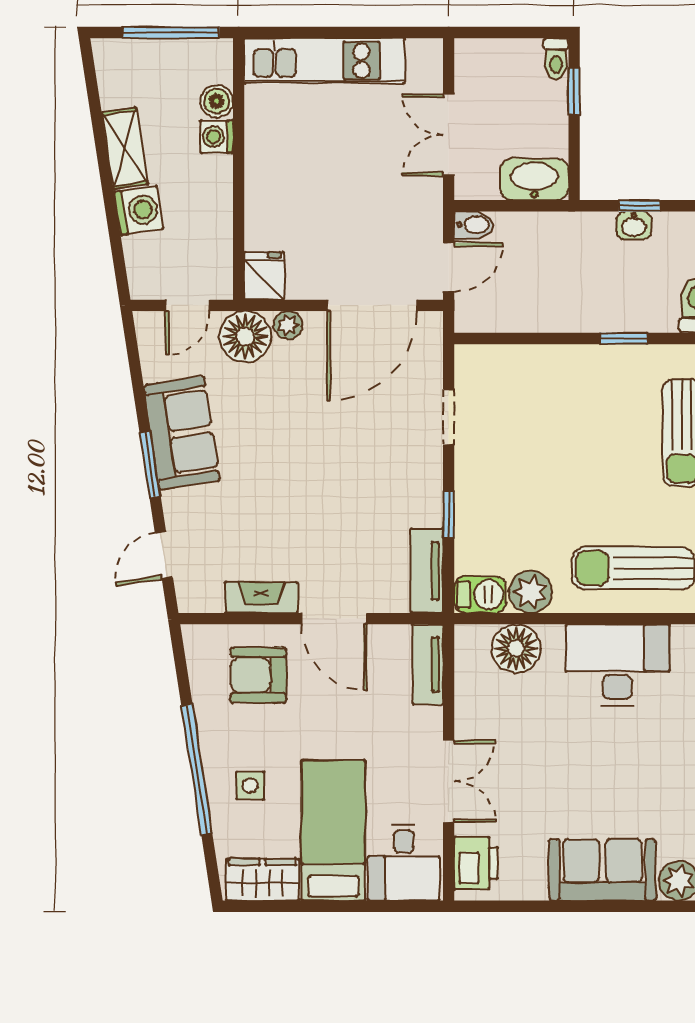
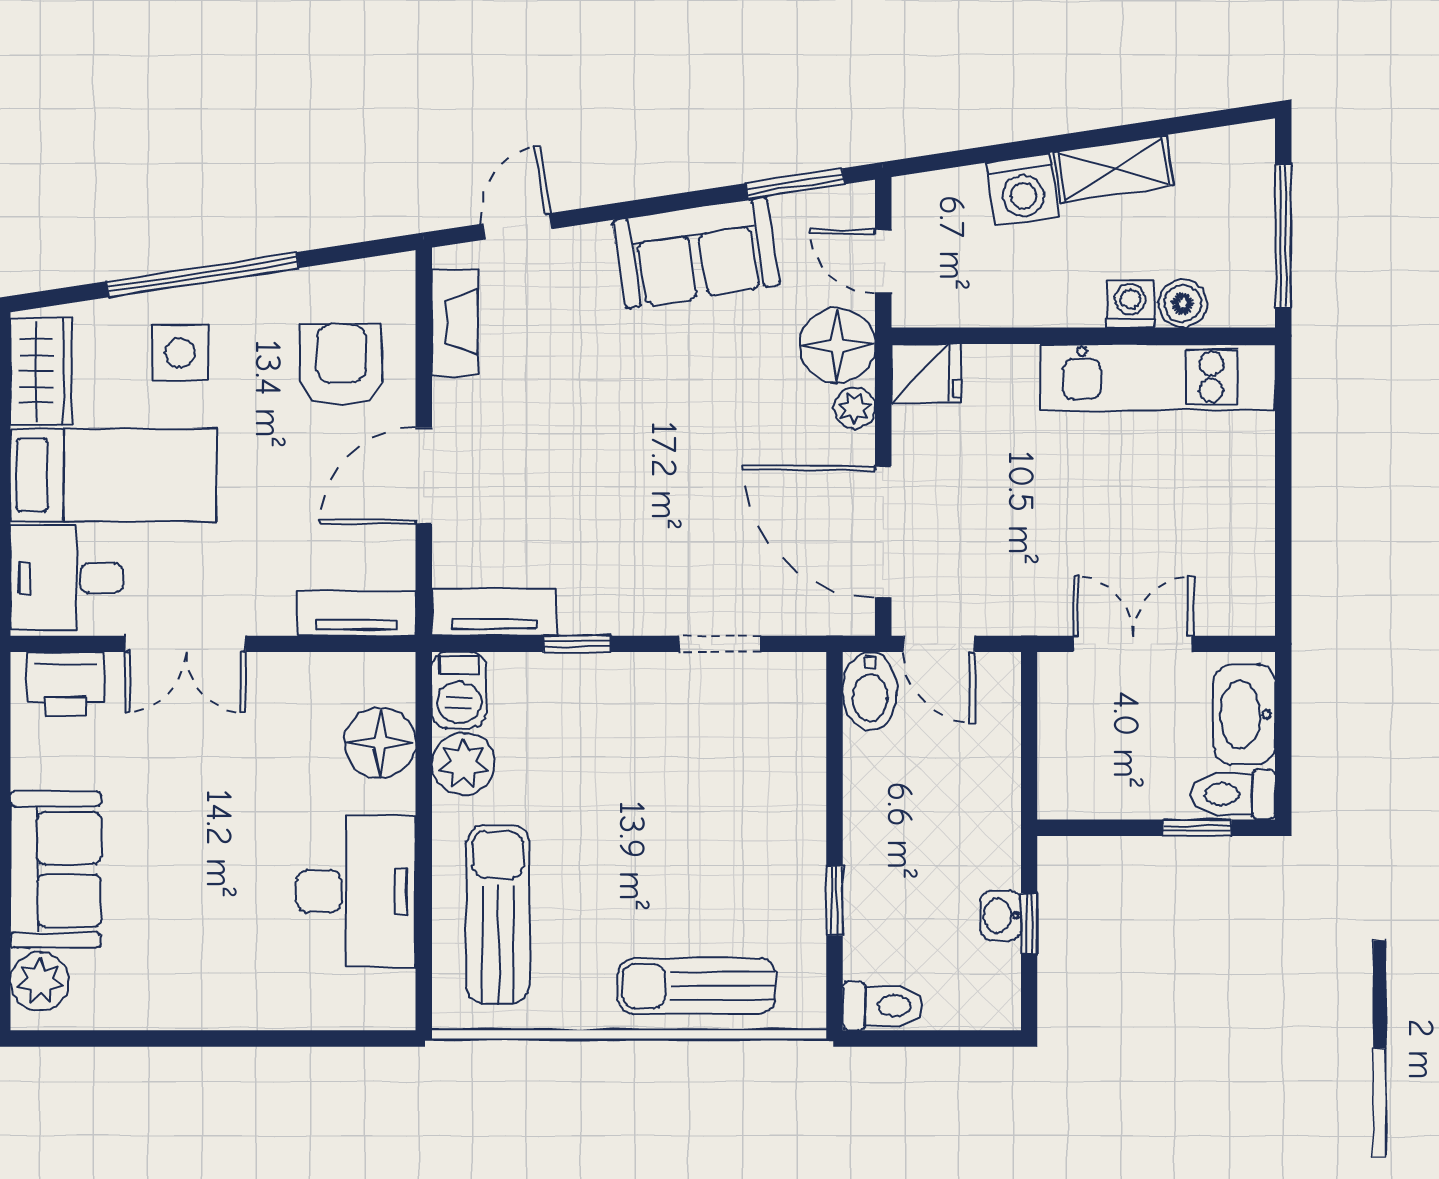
toilet: (556, 59) -> (1233, 794), width x1.37, depth x1.39
kitchen unit: (324, 61) -> (1157, 377), moved, turned -90
washbasin: (534, 179) -> (1244, 714), moved, turned 180
bidet: (474, 225) -> (870, 691), moved, width x1.38, depth x1.36
window: (150, 465) -> (795, 184), moved
door: (164, 555) -> (517, 226), hinge flipped
fireplace: (261, 598) -> (455, 322), moved
side table: (250, 785) -> (179, 353), width x1.37, depth x1.37

